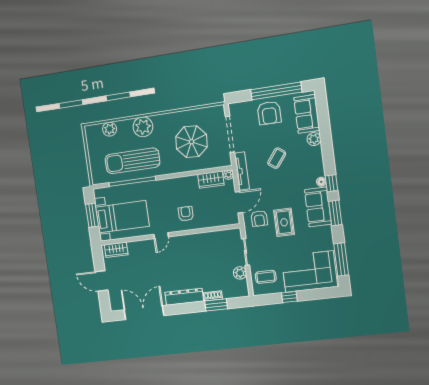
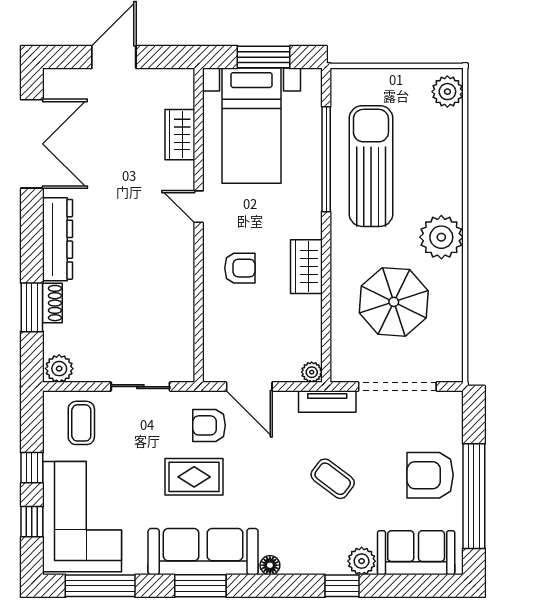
plant: (143, 127) -> (441, 237), moved
plant: (110, 129) -> (447, 92), moved
tv unit: (242, 171) -> (327, 402), width x0.71
wardrobe: (211, 180) -> (306, 267), moved
window: (332, 183) -> (342, 586), moved
sofa: (318, 207) -> (203, 552), width x1.36
wardrobe: (116, 250) -> (180, 135), moved
plant: (240, 273) -> (59, 369), moved
window: (315, 294) -> (32, 522), added

